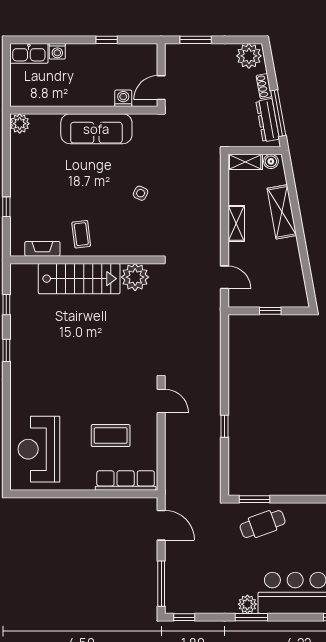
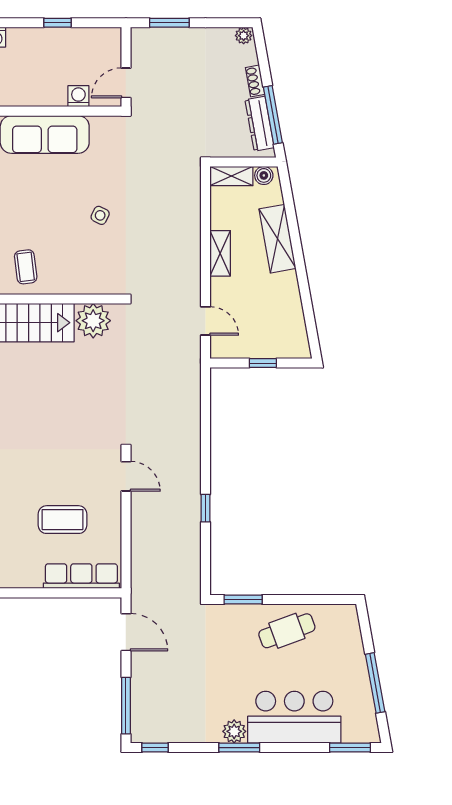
plant: (249, 56) -> (244, 36), width x0.53, depth x0.53
cafe table: (263, 524) -> (287, 631), moved

